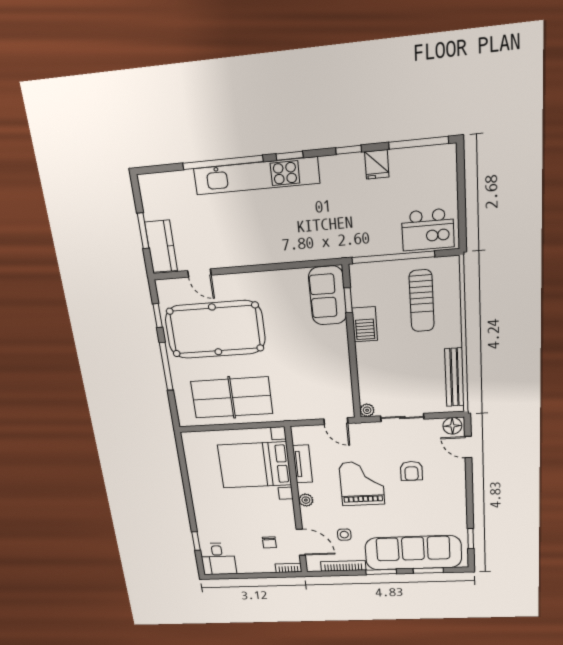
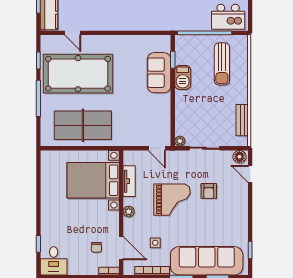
sofa: (328, 296) -> (159, 73), moved
bench: (454, 377) -> (242, 120), width x0.73
grand piano: (362, 483) -> (172, 200), turned 90

